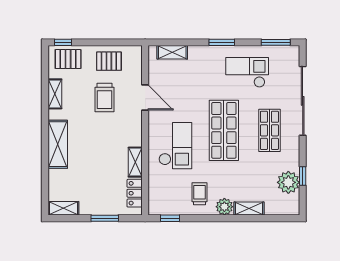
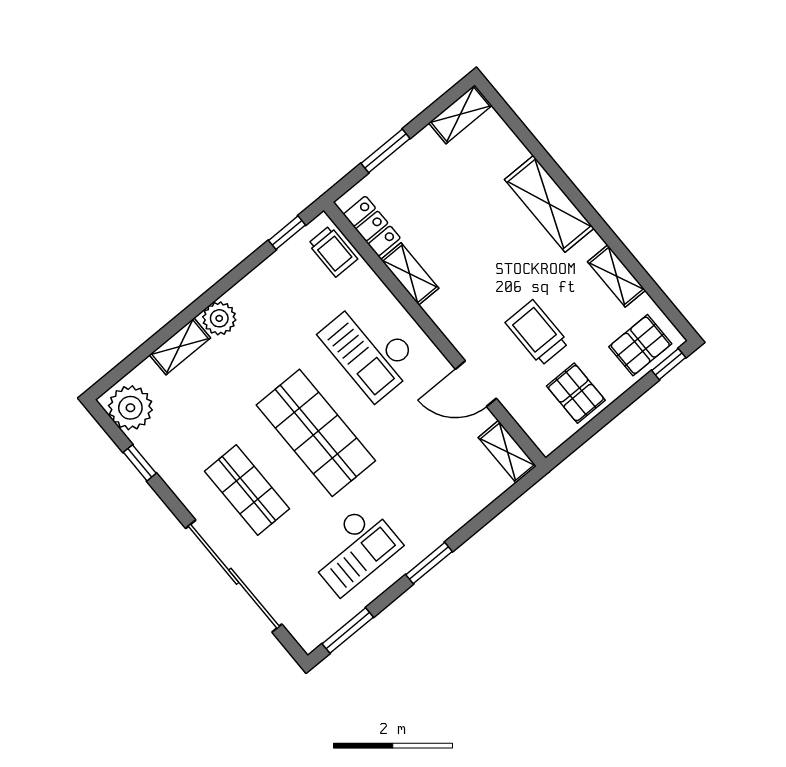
shelving: (172, 52) -> (507, 452), moved, turned 90
pallet: (109, 61) -> (576, 393), turned 90
plant: (288, 182) -> (130, 408), moved
trolley: (199, 194) -> (333, 251), moved

